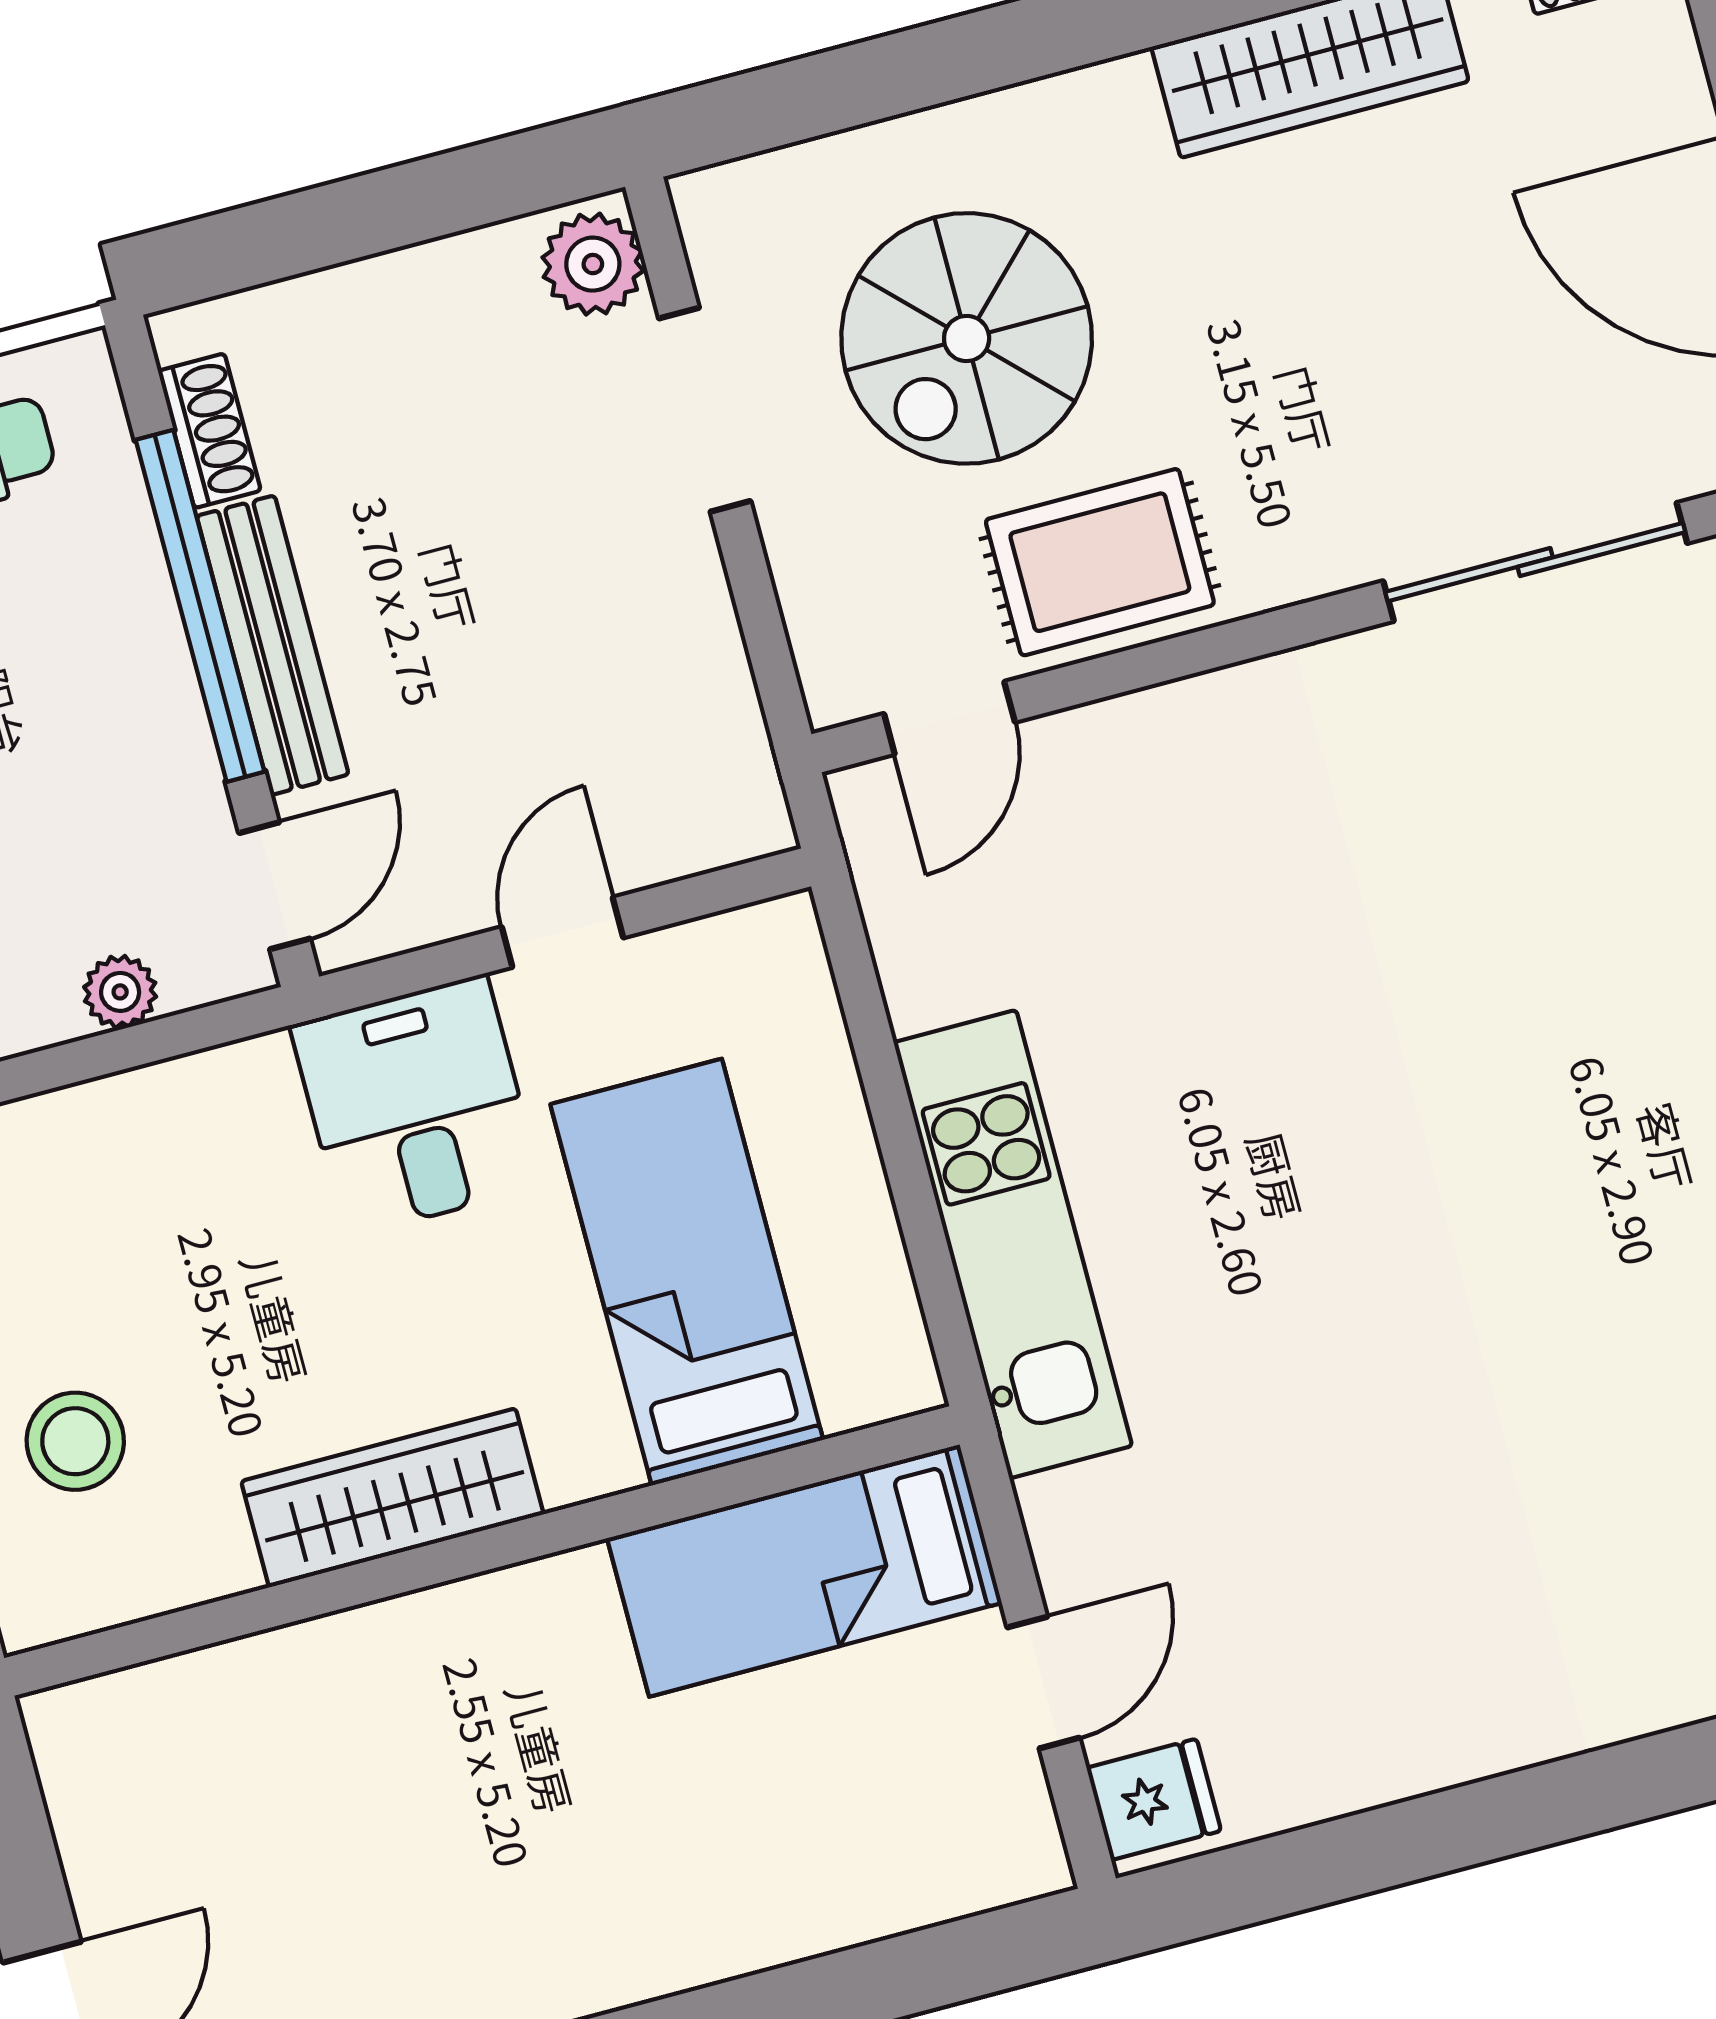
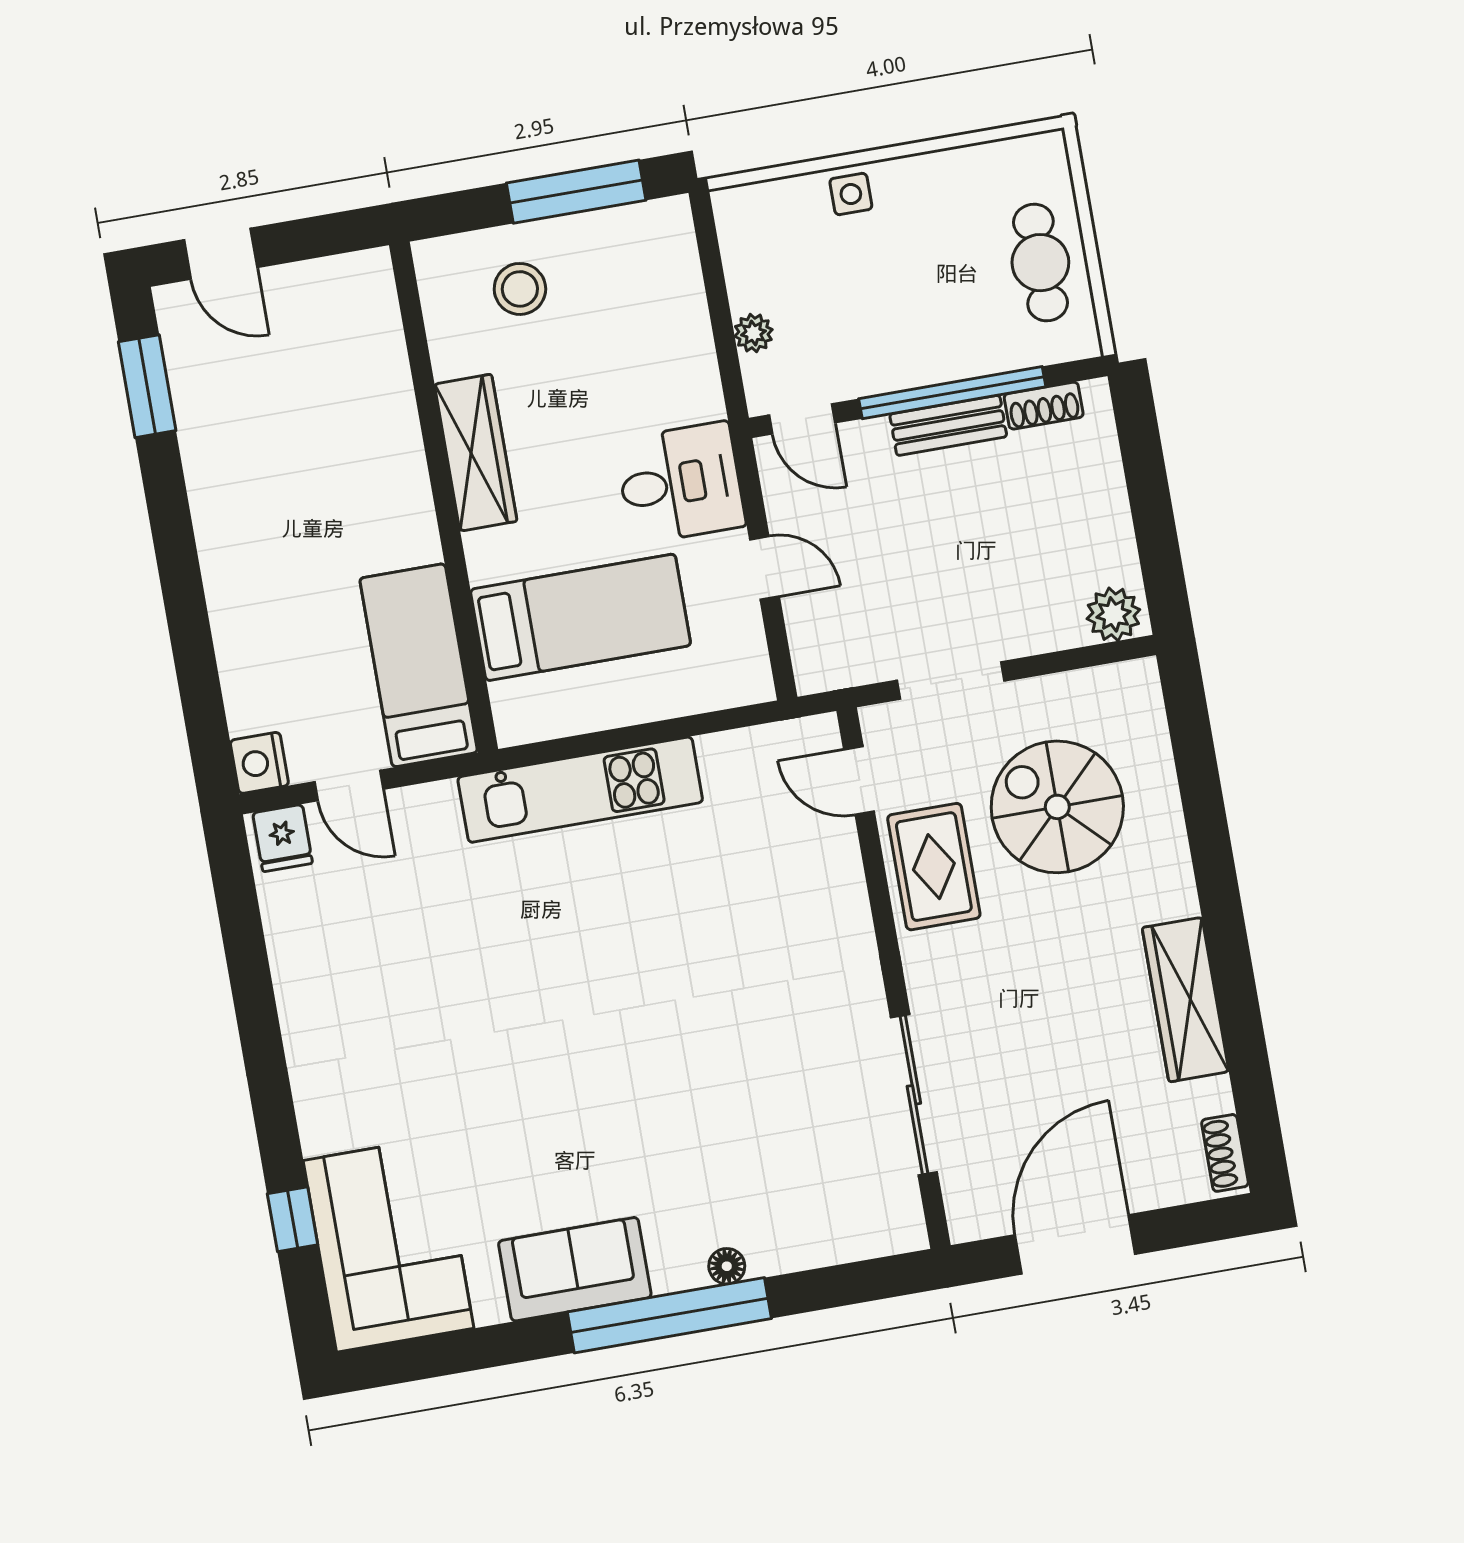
doorway: (705, 410) -> (951, 681), moved
bench: (273, 645) -> (948, 425), width x0.73
nightstand: (1015, 1856) -> (259, 763), added

